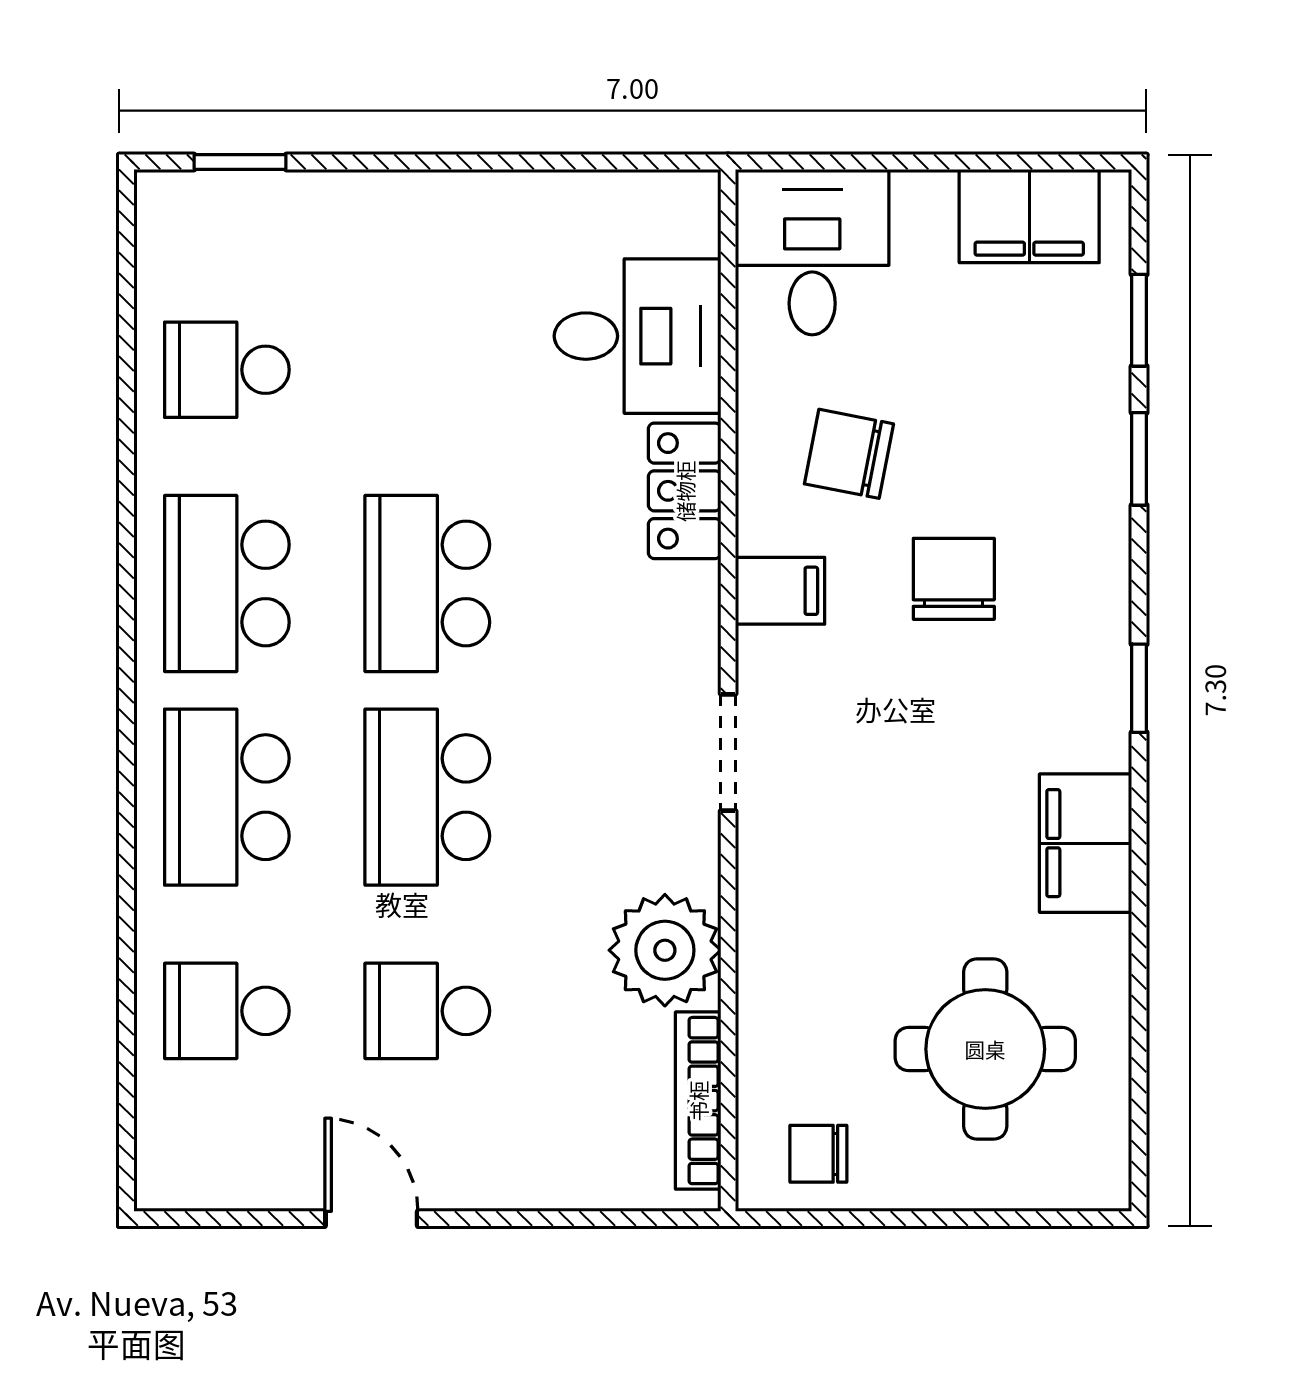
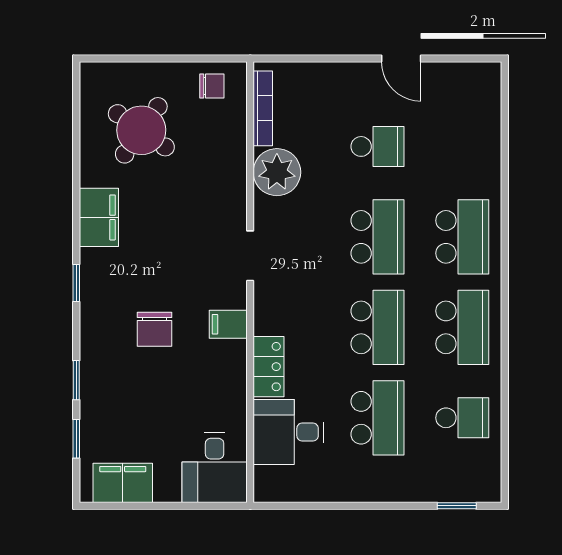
chair: (849, 454) -> (199, 382), removed
school desk: (227, 1011) -> (377, 418), moved, width x1.85
round table: (985, 1049) -> (141, 130), turned 35

